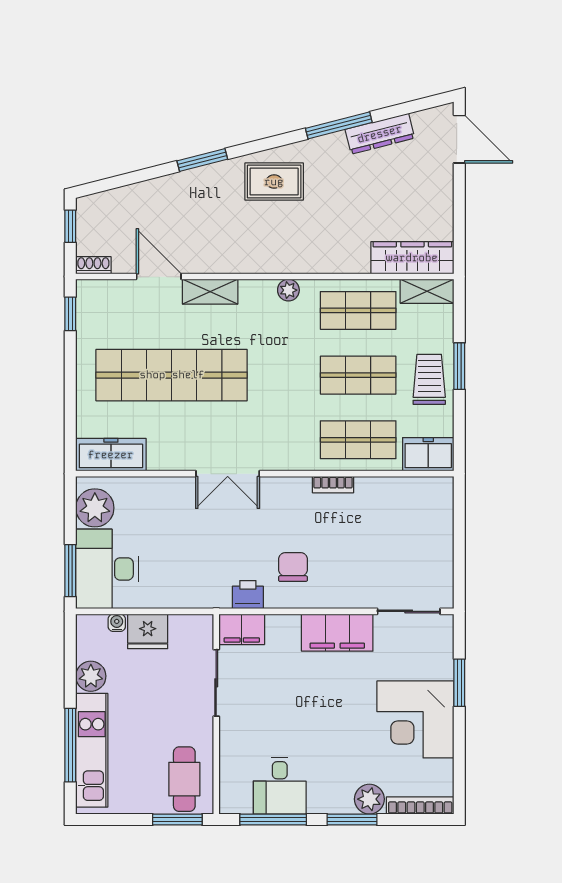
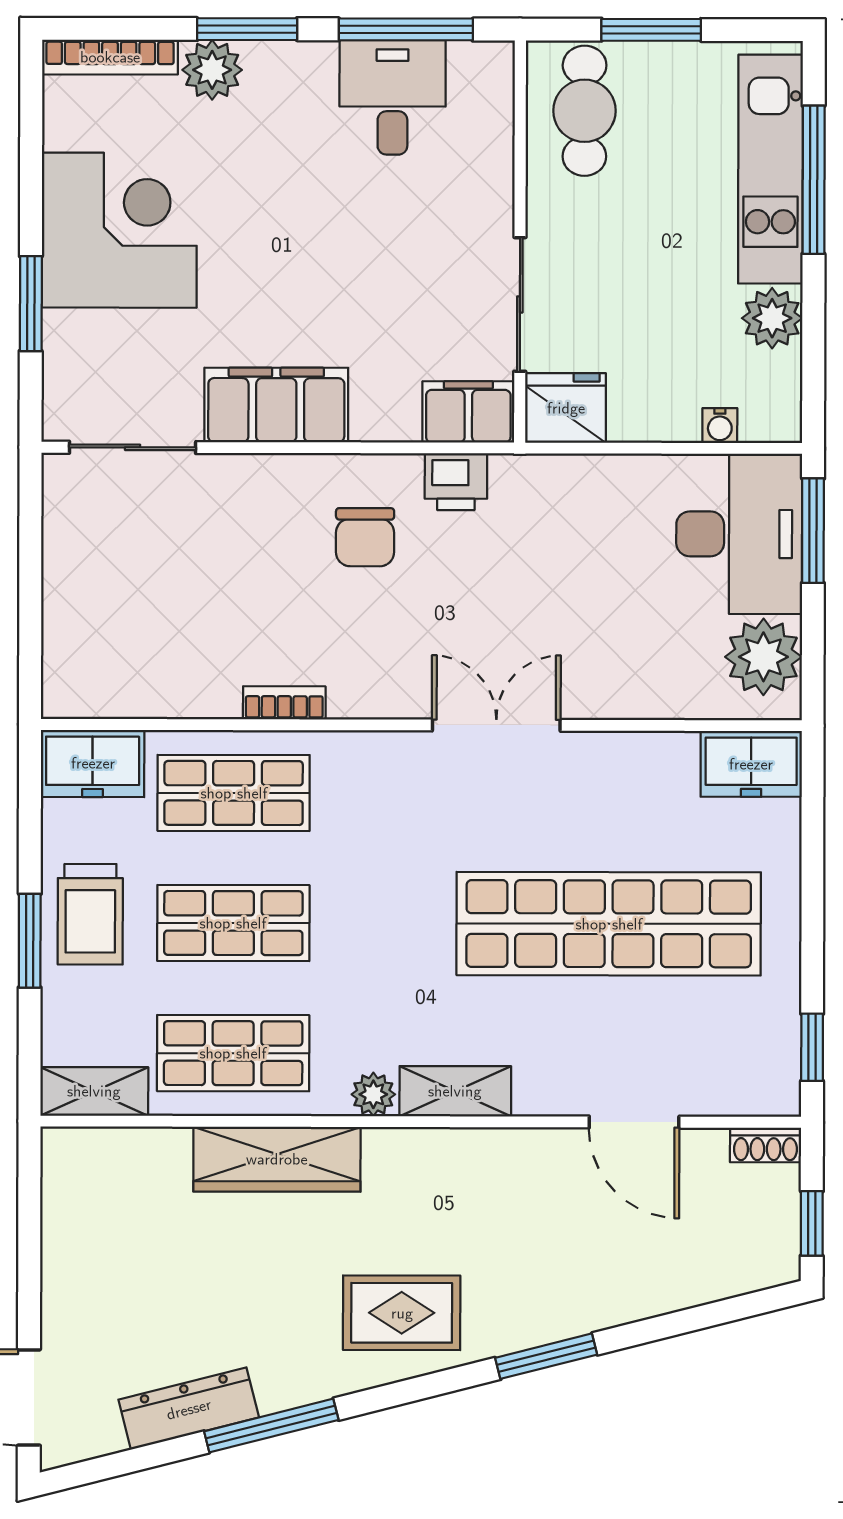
wardrobe: (412, 258) -> (277, 1159), moved
shelving: (210, 292) -> (455, 1091), moved
freezer: (111, 455) -> (751, 764), width x0.71
fridge: (148, 631) -> (566, 408), moved
window: (177, 819) -> (651, 30), moved

